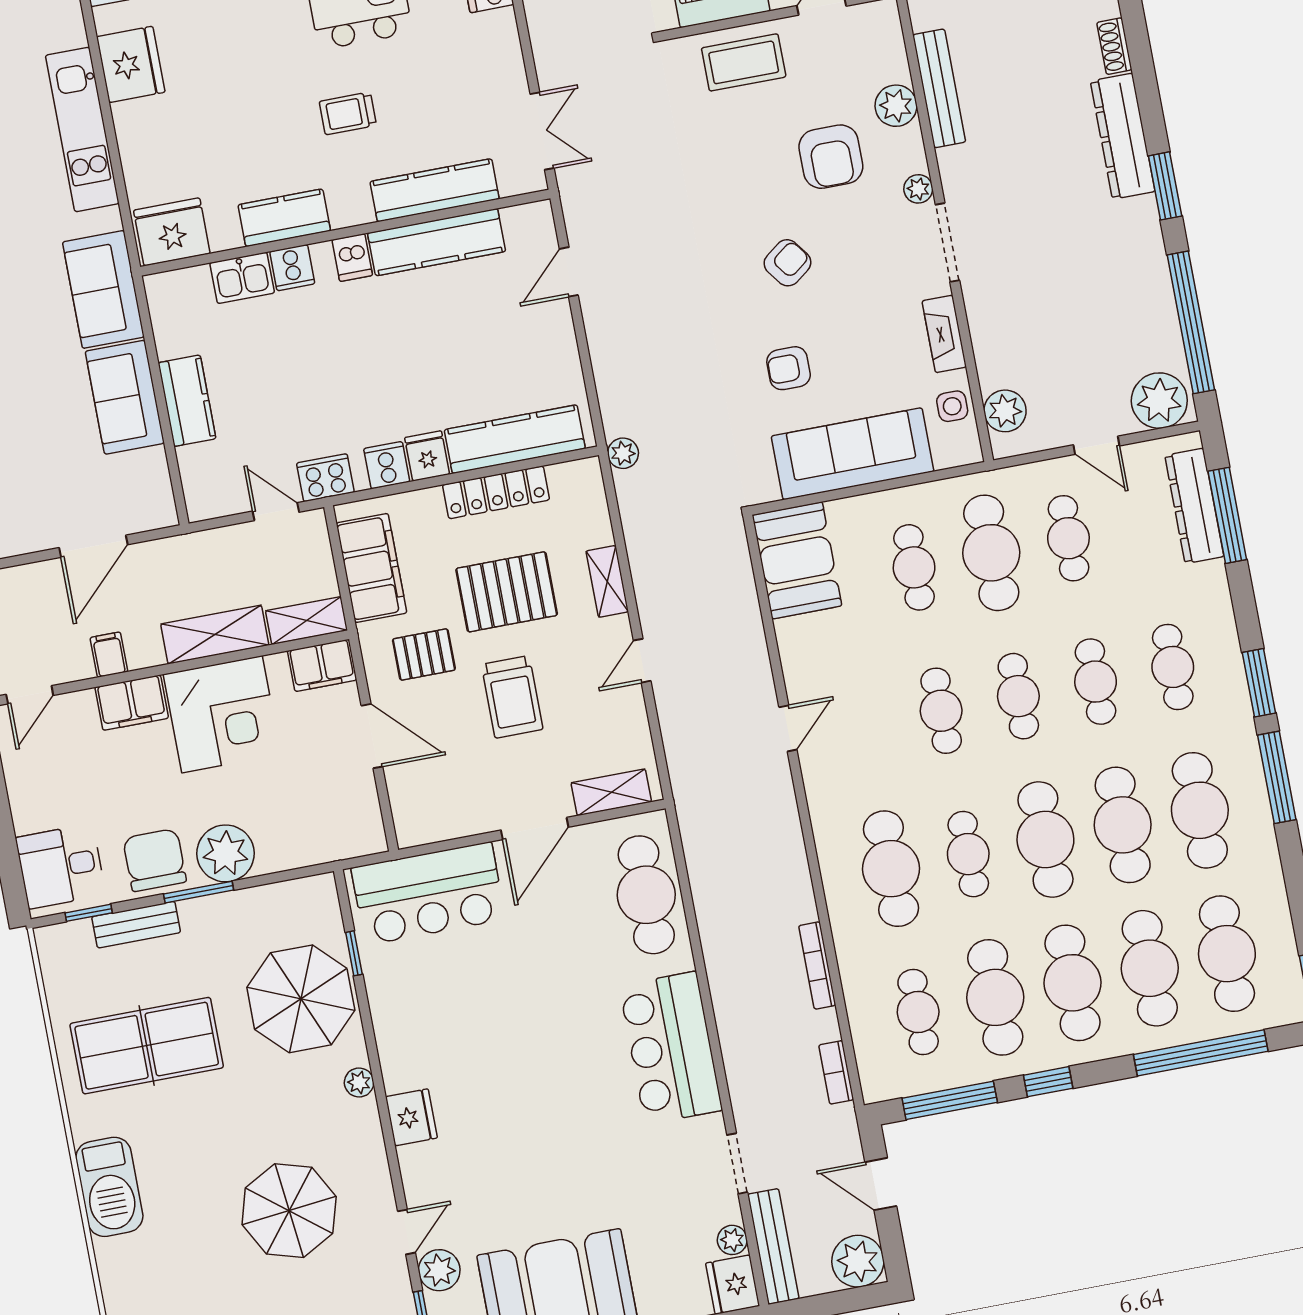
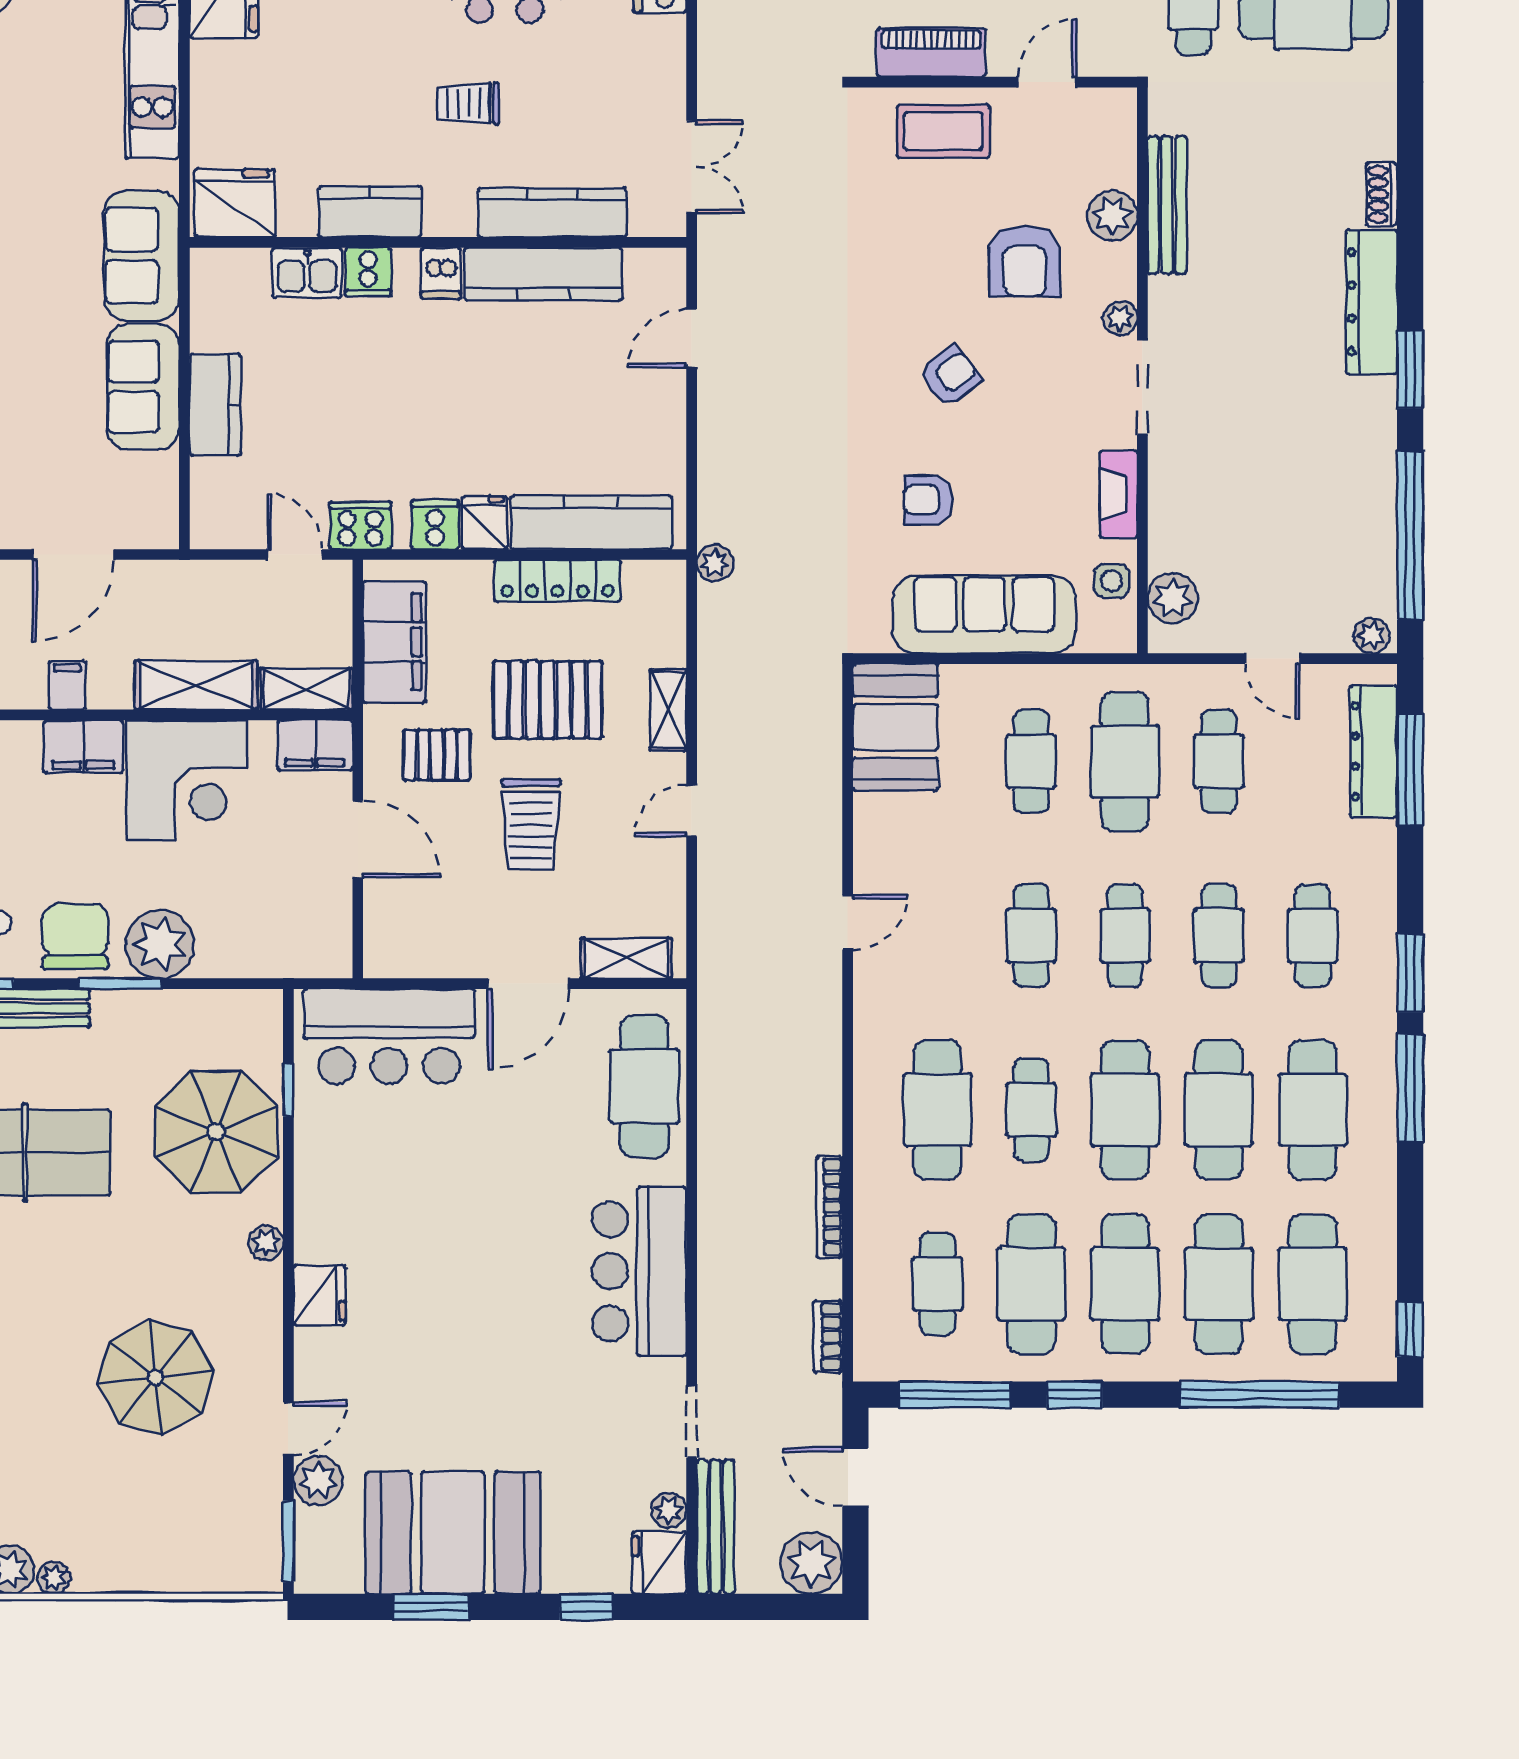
plant: (1159, 401) -> (1371, 636), width x0.53, depth x0.53

